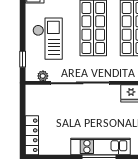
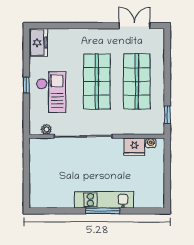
window: (23, 59) -> (26, 85), moved
locker: (32, 135) -> (36, 189), removed

